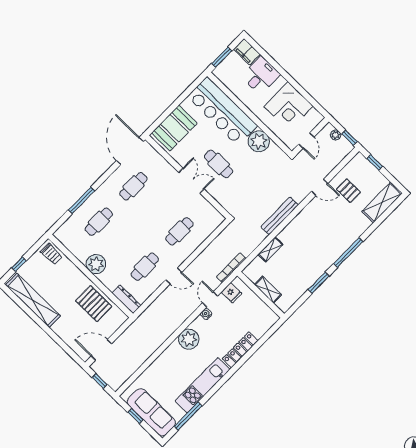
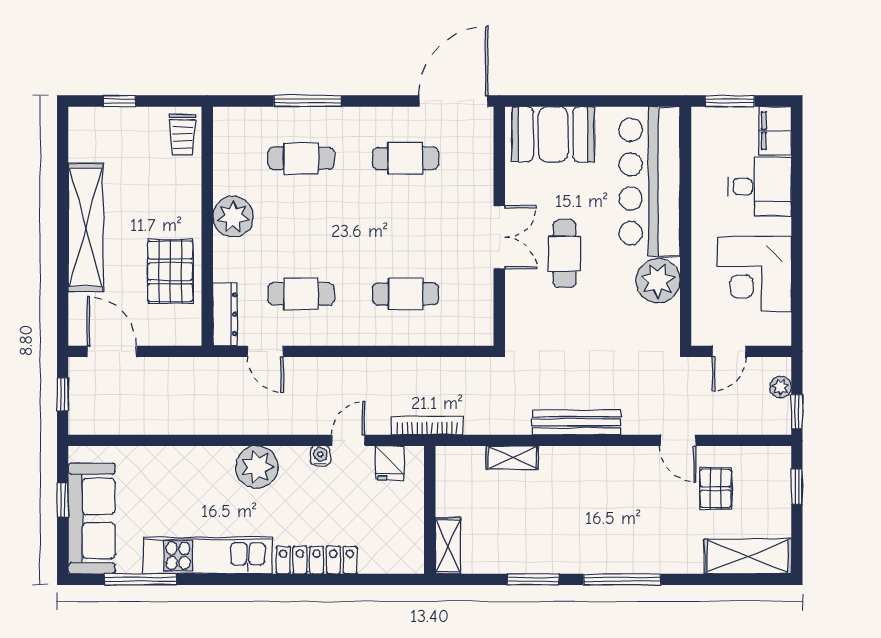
door: (174, 276) -> (265, 351), moved
shelving: (268, 290) -> (448, 546), moved
shelving: (33, 300) -> (86, 227), moved

